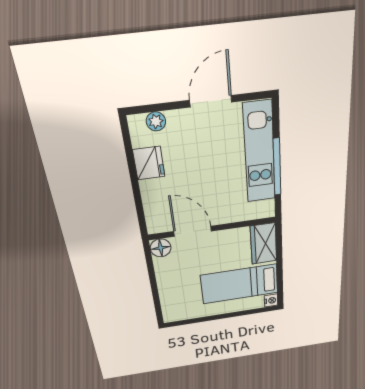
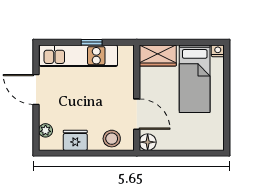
window: (277, 167) -> (92, 42), width x0.46
stool: (158, 207) -> (112, 139), added
door: (193, 231) -> (137, 114), swing flipped

